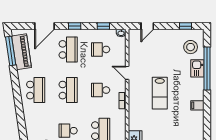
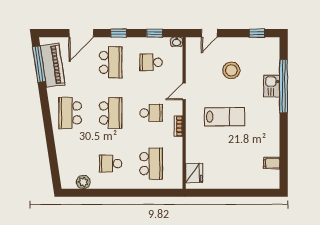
stool: (191, 47) -> (231, 70), moved
door: (127, 73) -> (184, 91), hinge flipped
school desk: (36, 90) -> (70, 113), turned 180
school desk: (101, 90) -> (151, 113), turned 180
lab bench: (160, 93) -> (225, 117), turned -90
filing cabinet: (197, 105) -> (272, 163), moved

